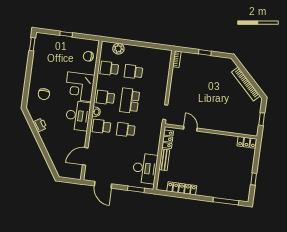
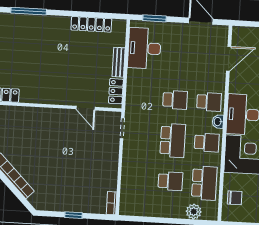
school desk: (109, 68) -> (204, 183), width x1.85

